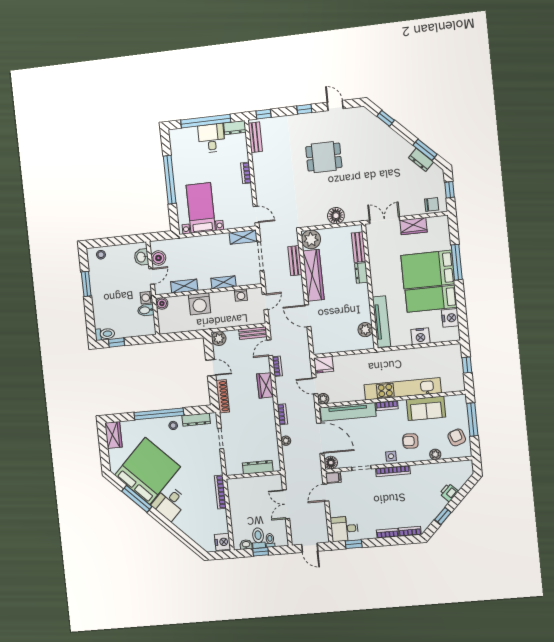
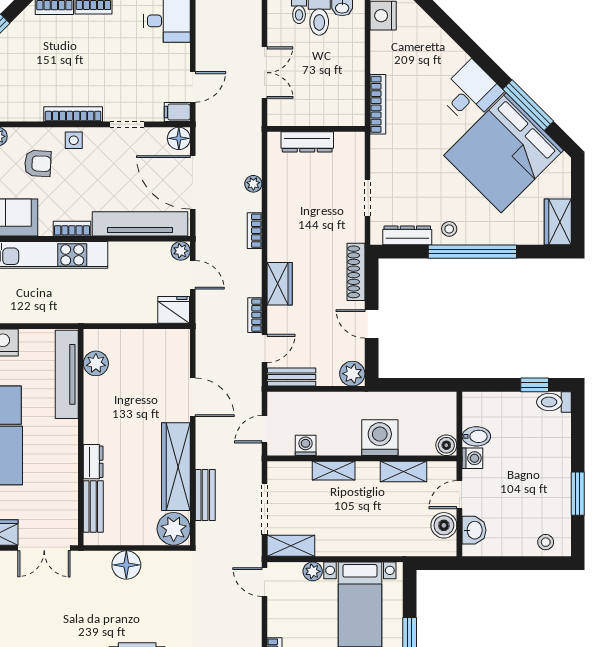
plant: (229, 224) -> (313, 571), added

